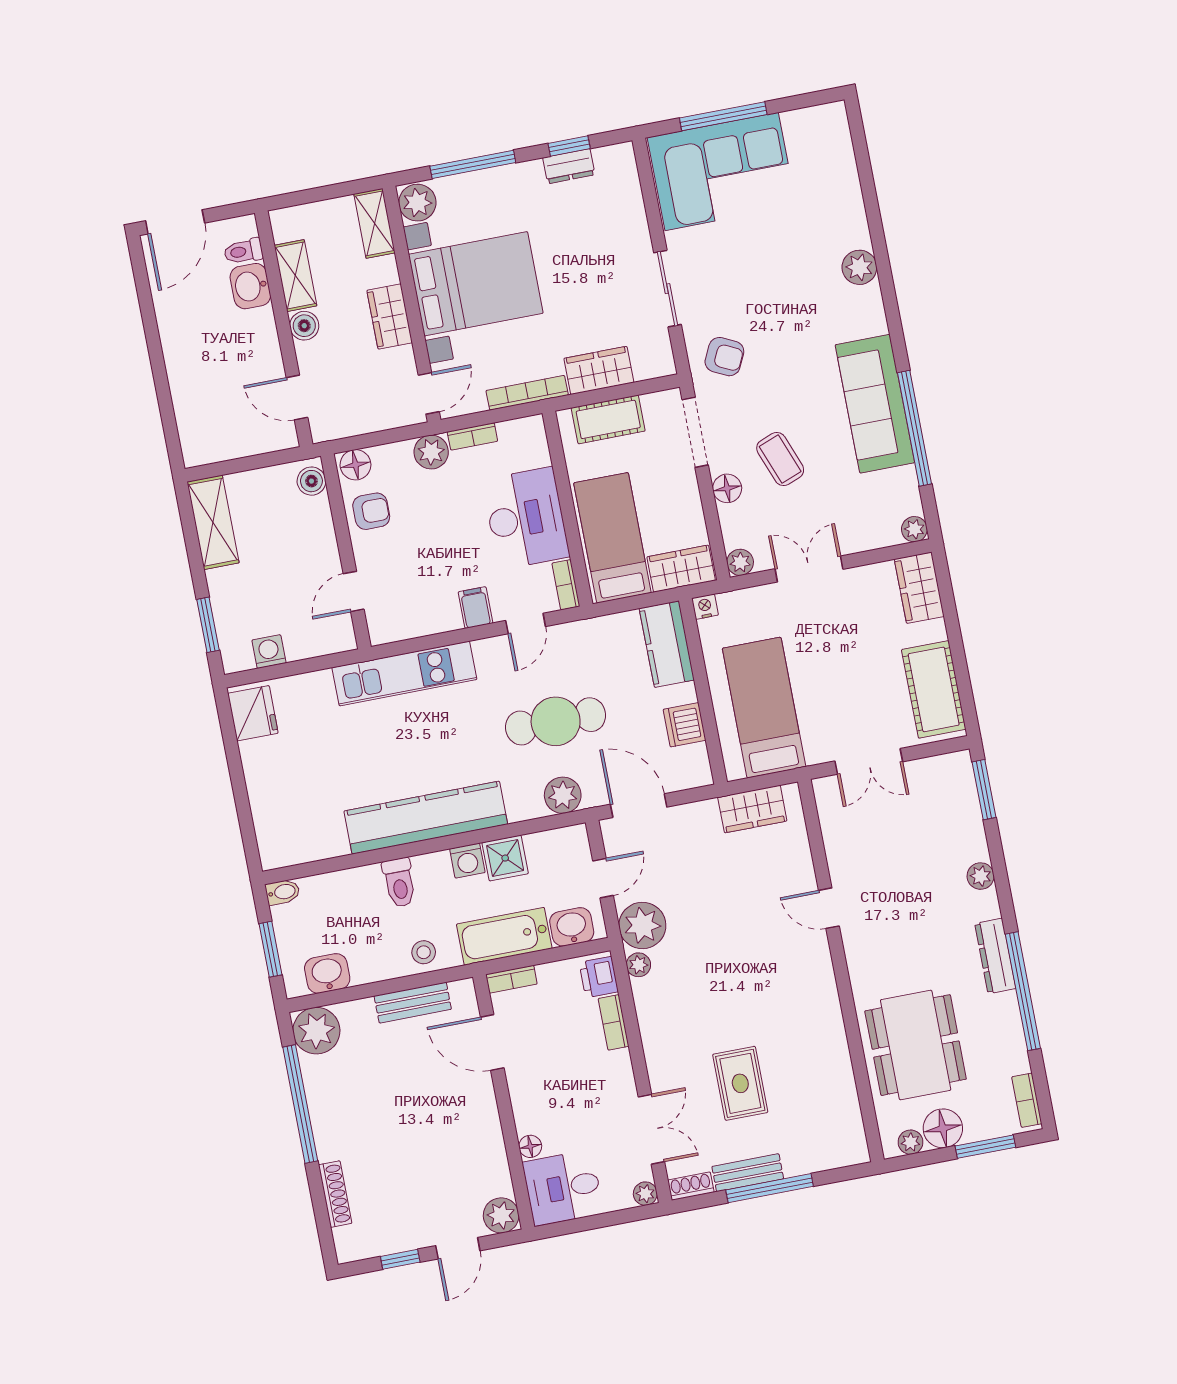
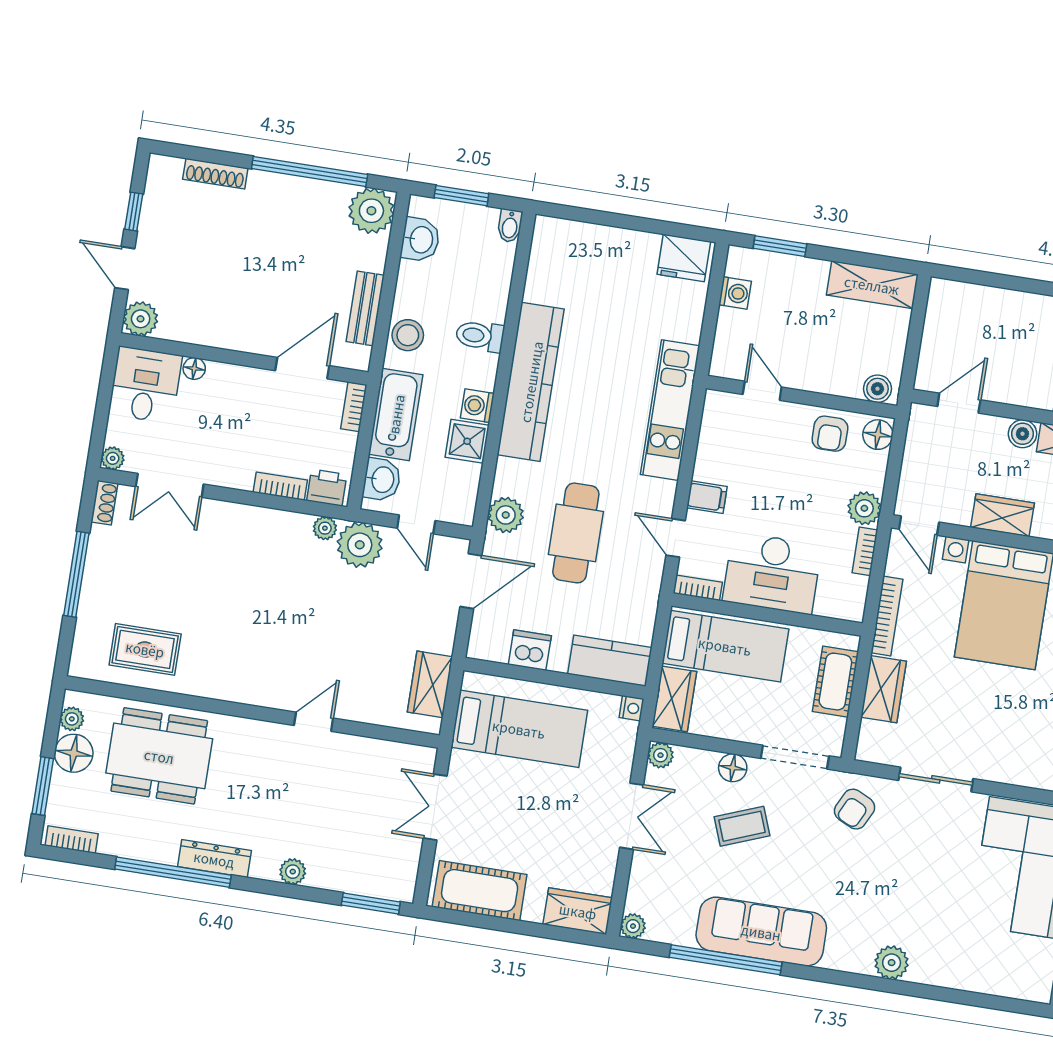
stool: (424, 952) -> (408, 335), width x1.37, depth x1.37
rug: (740, 1083) -> (145, 649), moved
bench: (748, 1173) -> (98, 559), removed

